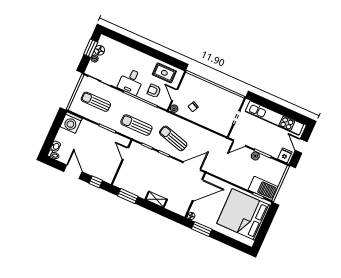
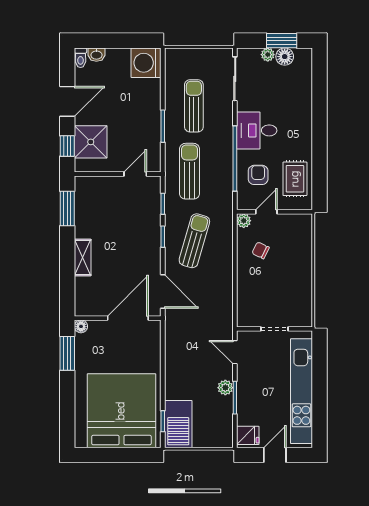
sun lounger: (96, 102) -> (194, 106), moved
shower: (99, 169) -> (91, 142), added
door: (198, 190) -> (128, 318), swing flipped

